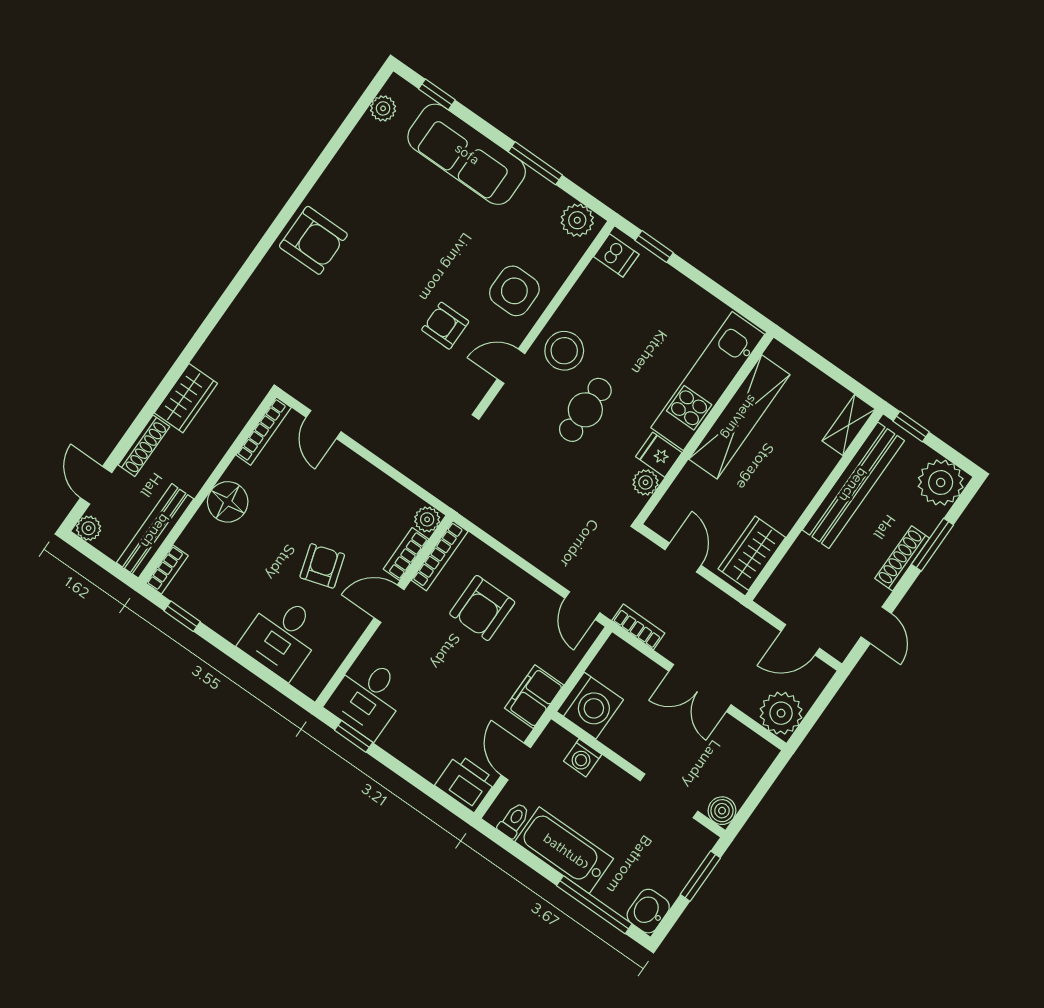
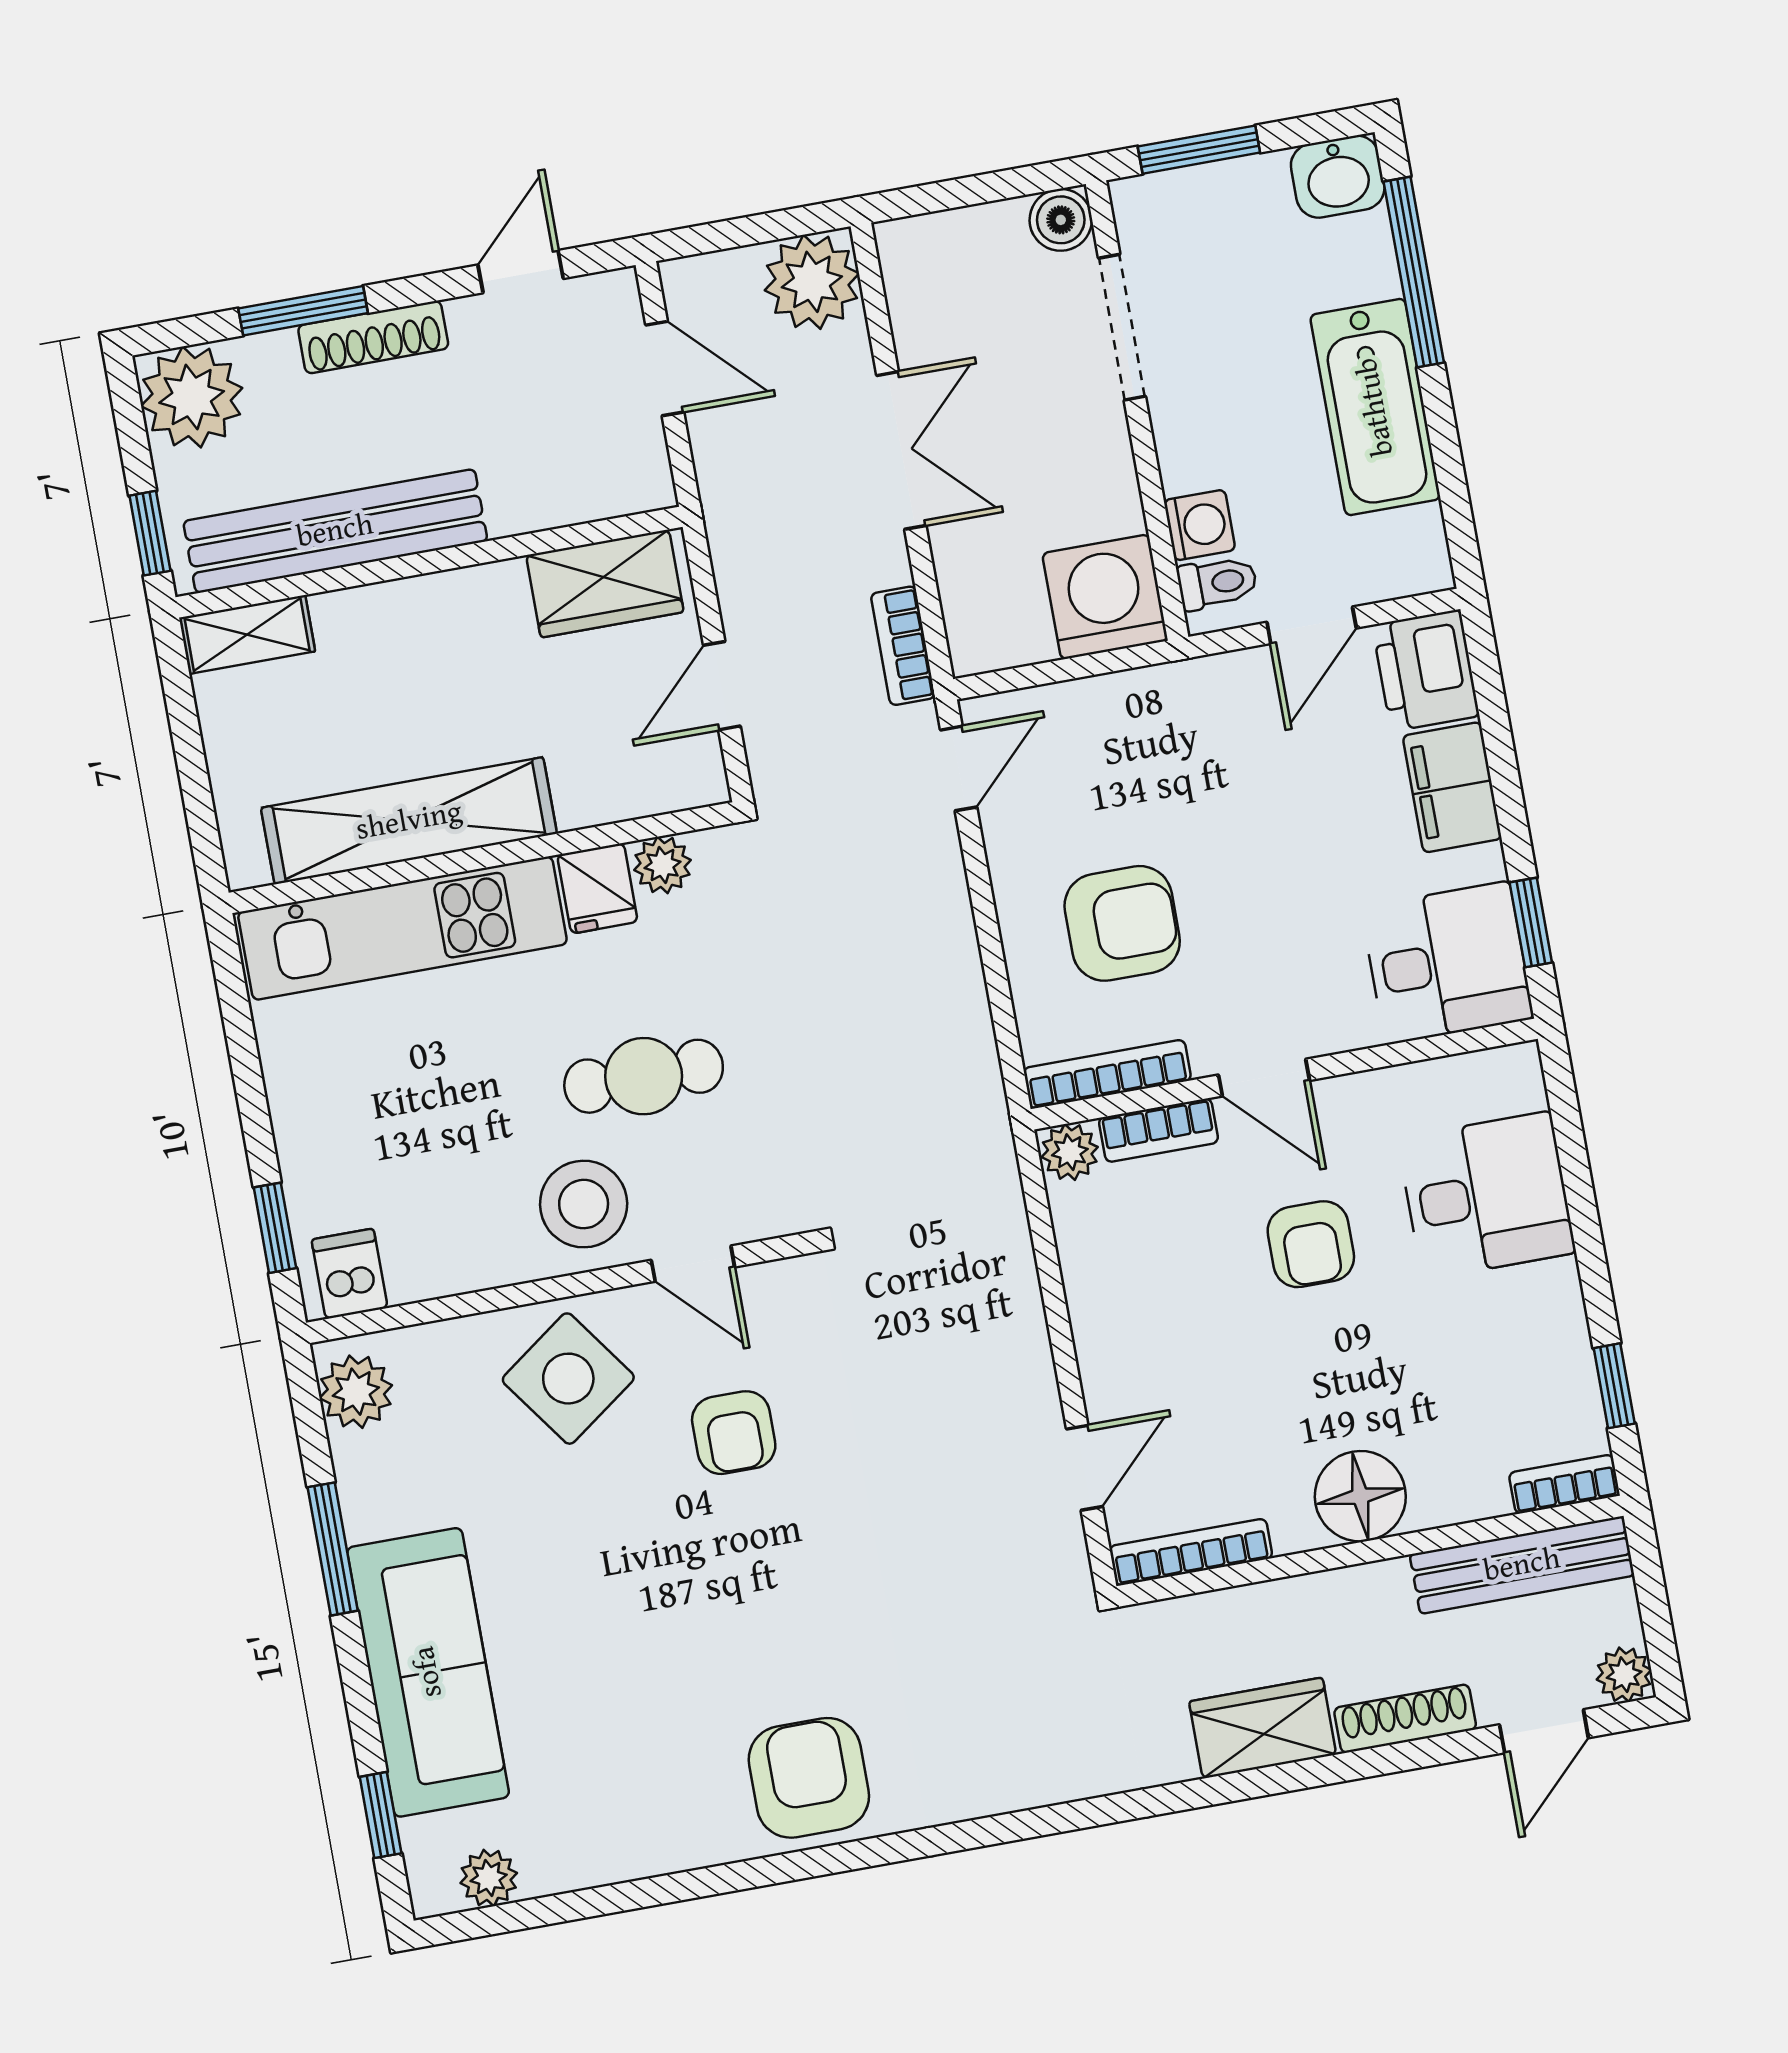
side table: (514, 291) -> (568, 1379), turned -36
armchair: (322, 566) -> (1311, 1244), turned -73
filing cabinet: (534, 697) -> (1452, 787), moved, turned 90
toilet: (514, 820) -> (1217, 583), moved, turned 180

